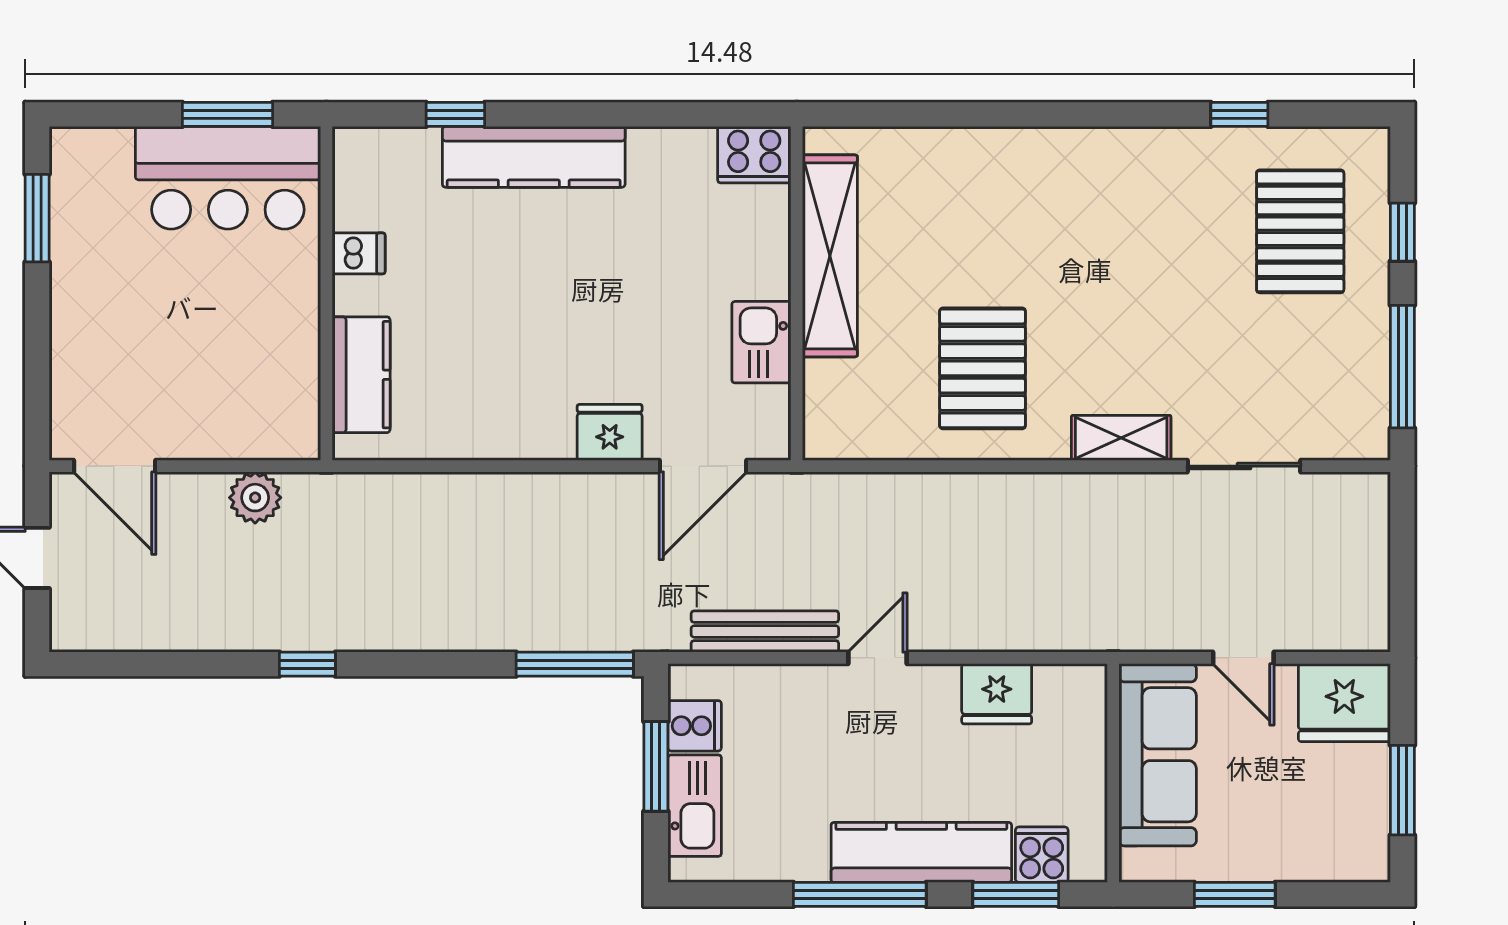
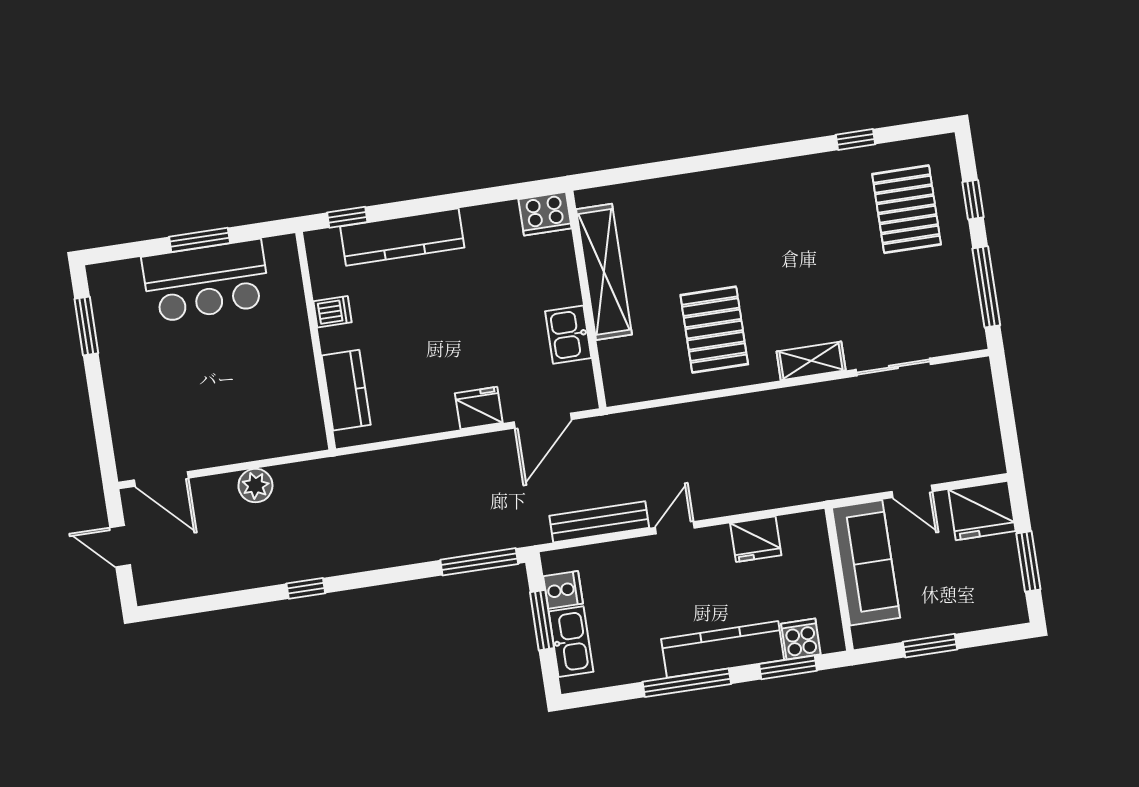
dishwasher: (359, 253) -> (333, 312), moved
wall: (326, 293) -> (316, 341), moved
kitchen counter: (361, 375) -> (346, 390), moved

